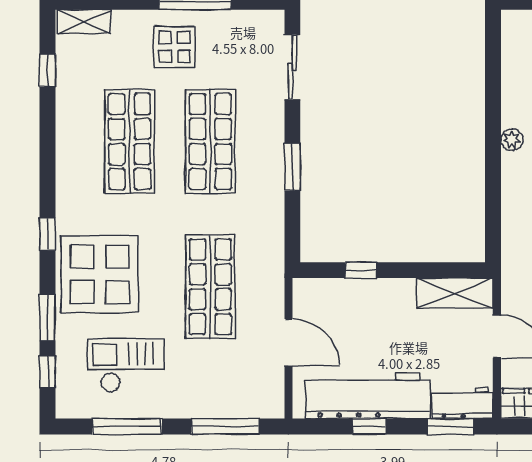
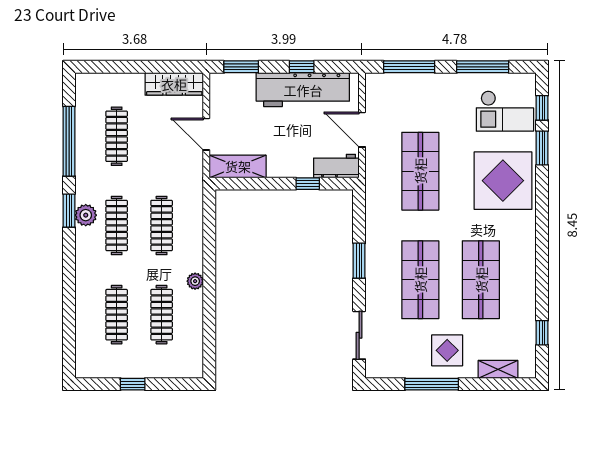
shelving: (84, 22) -> (498, 369), moved
window: (48, 234) -> (542, 211), removed
checkout: (126, 365) -> (505, 111), moved
workbench: (463, 403) -> (336, 166), moved, turned 180

